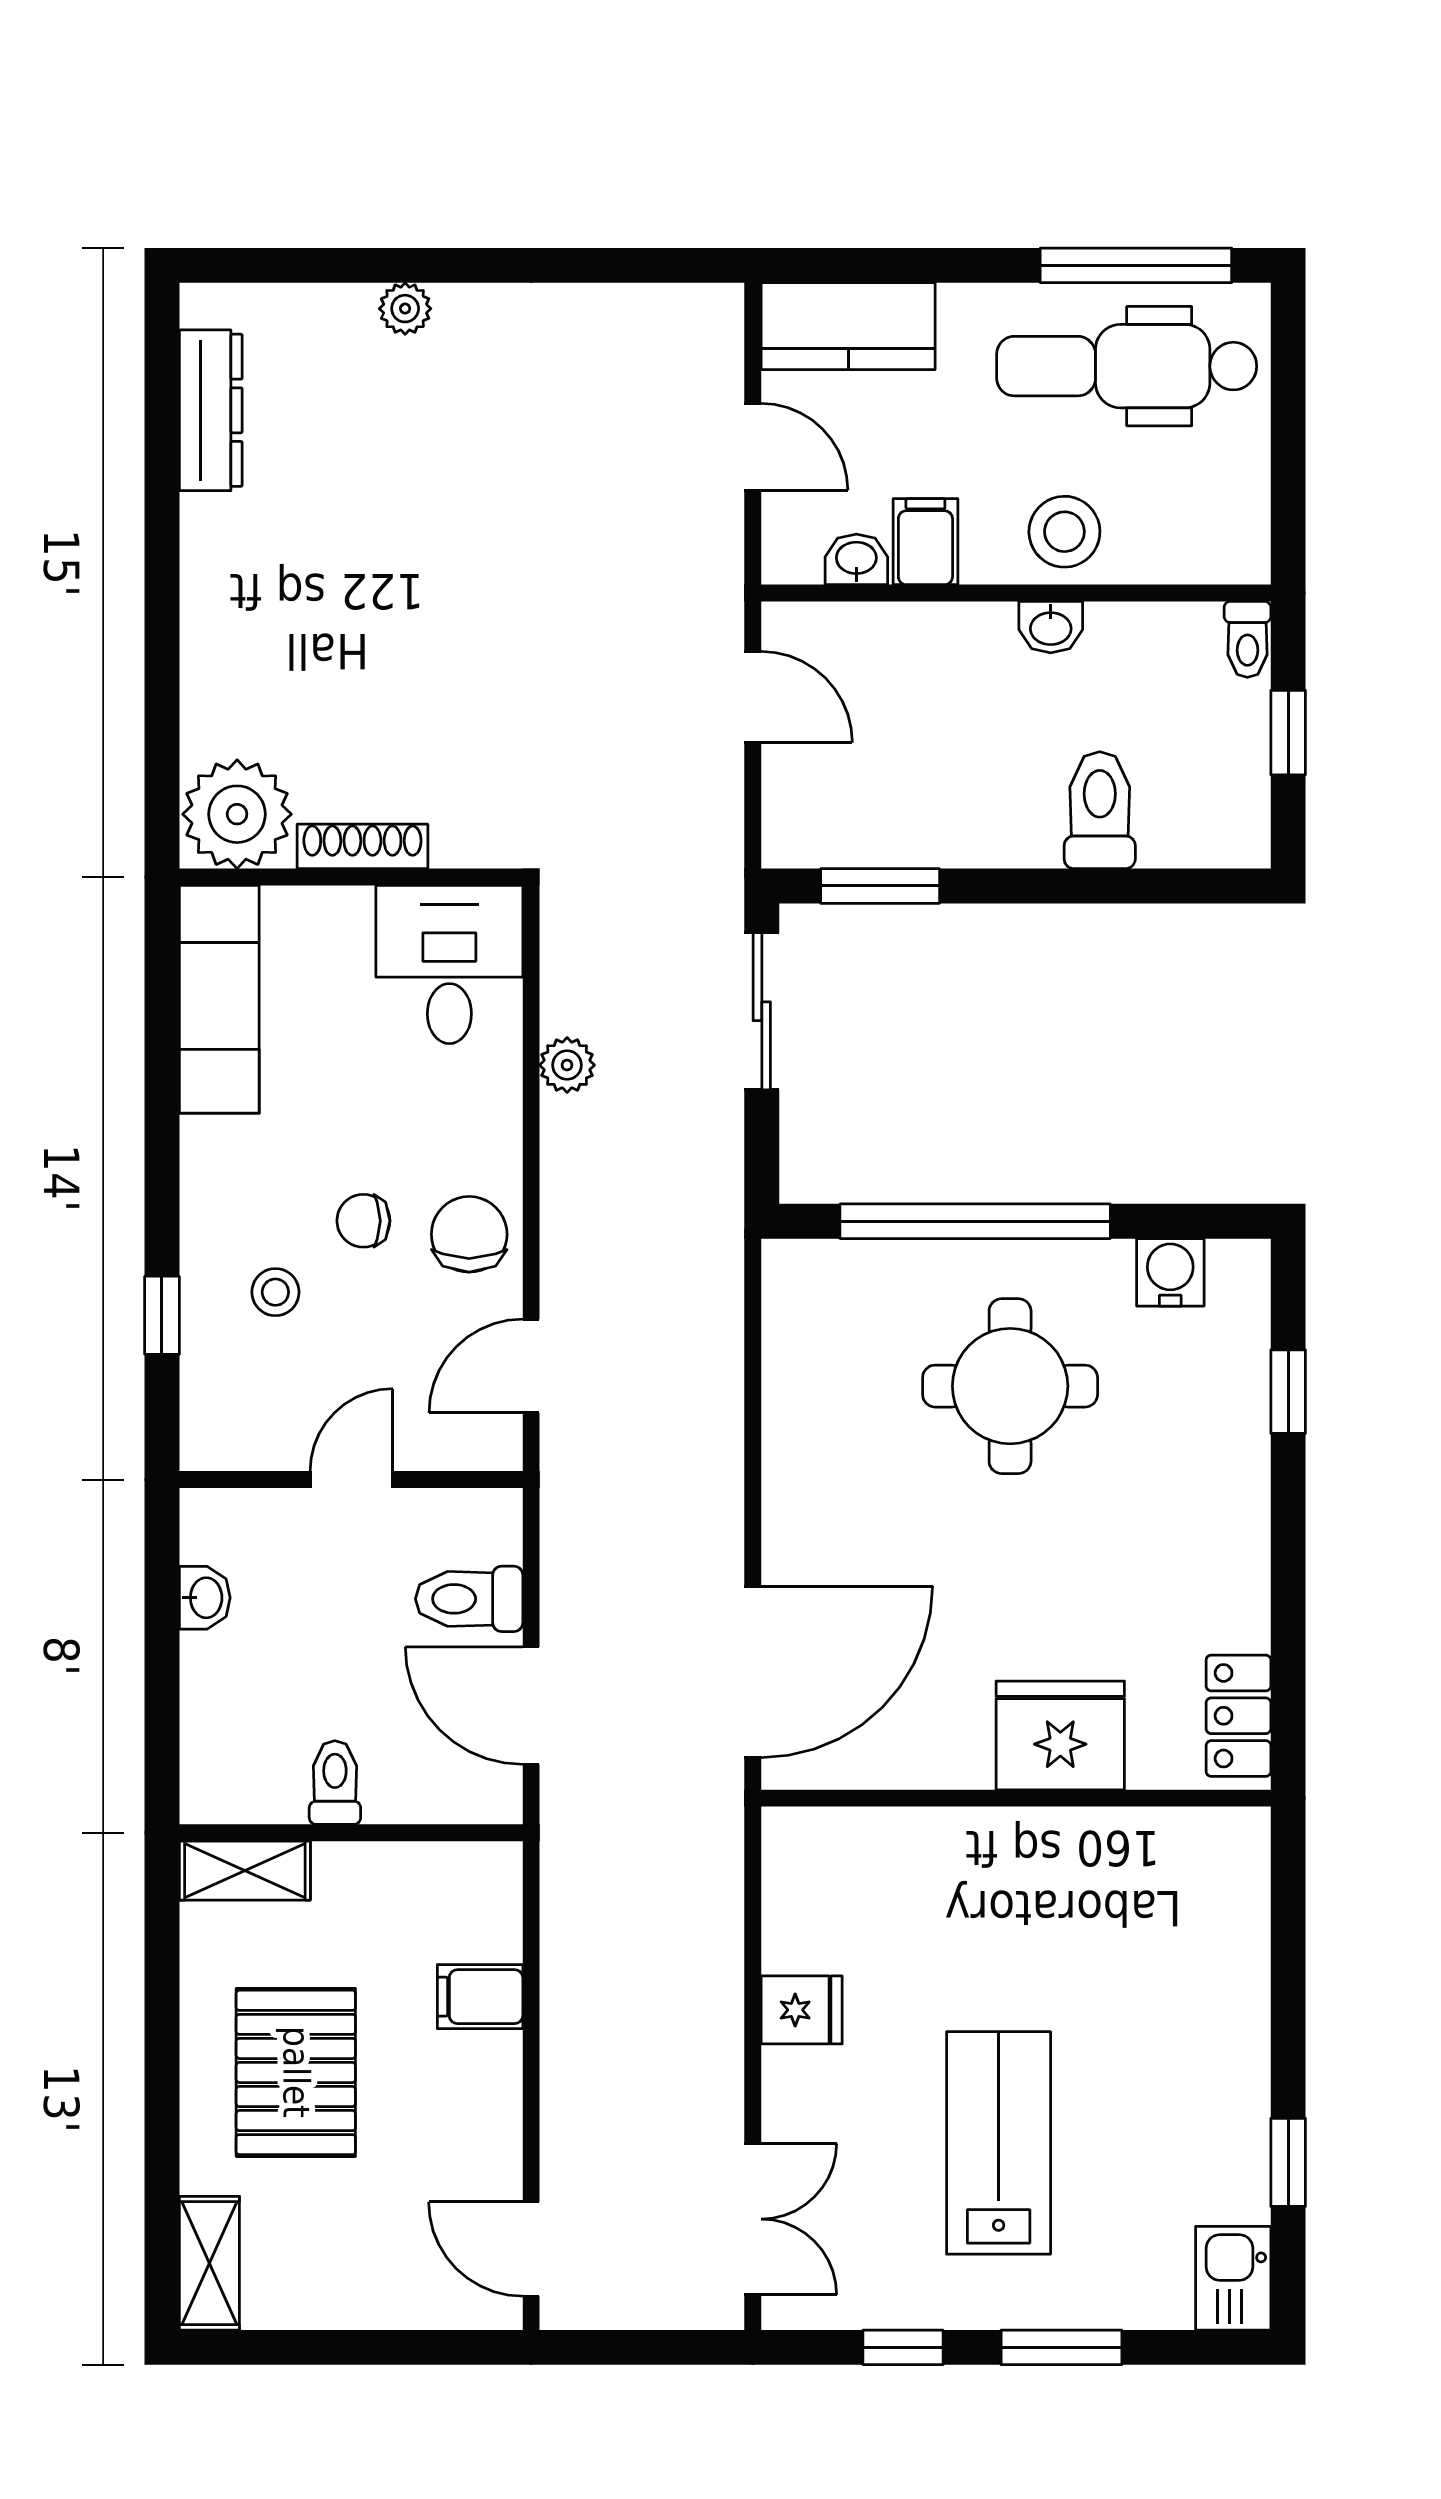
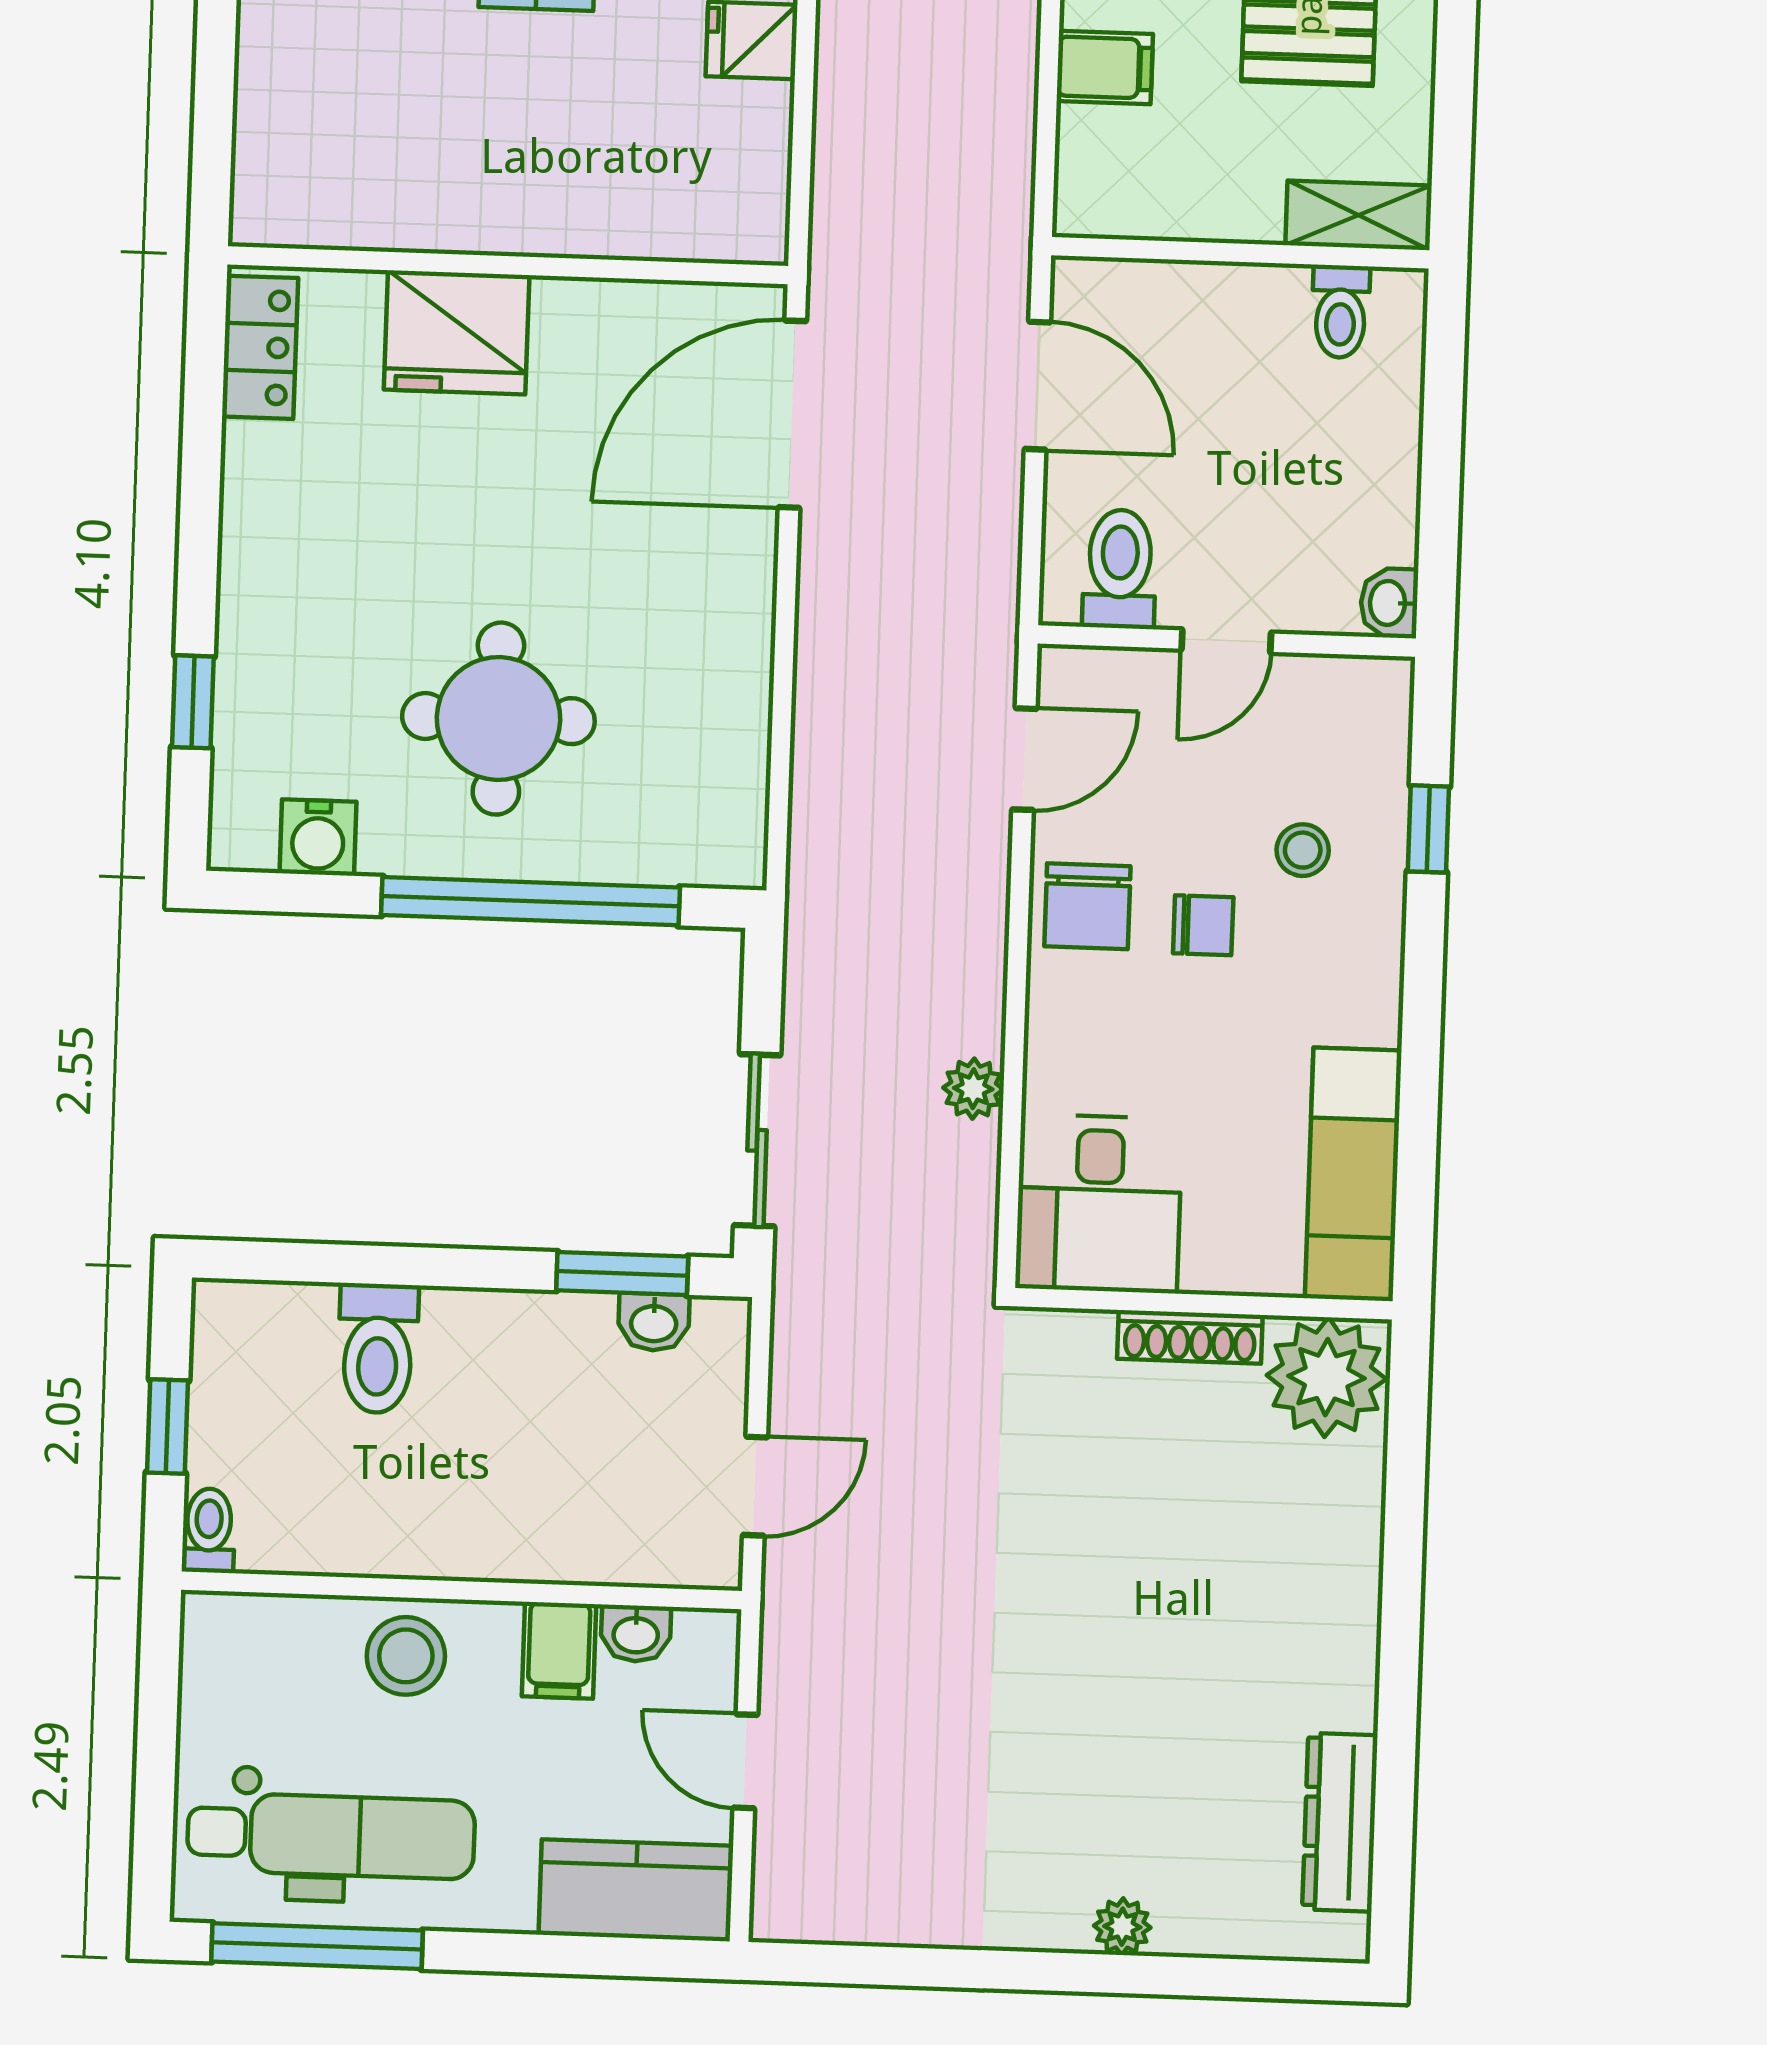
washbasin: (1051, 627) -> (654, 1322), moved, turned 180
door: (753, 697) -> (755, 1486), swing flipped
washbasin: (205, 1598) -> (1389, 603), moved
toilet: (469, 1599) -> (1120, 569), moved, turned -90
toilet: (335, 1783) -> (1340, 311), moved

